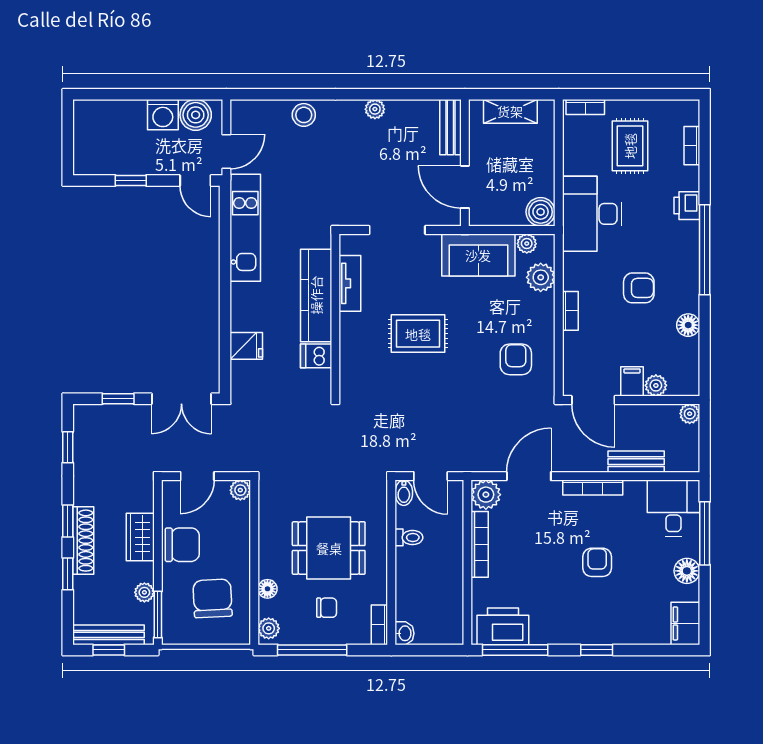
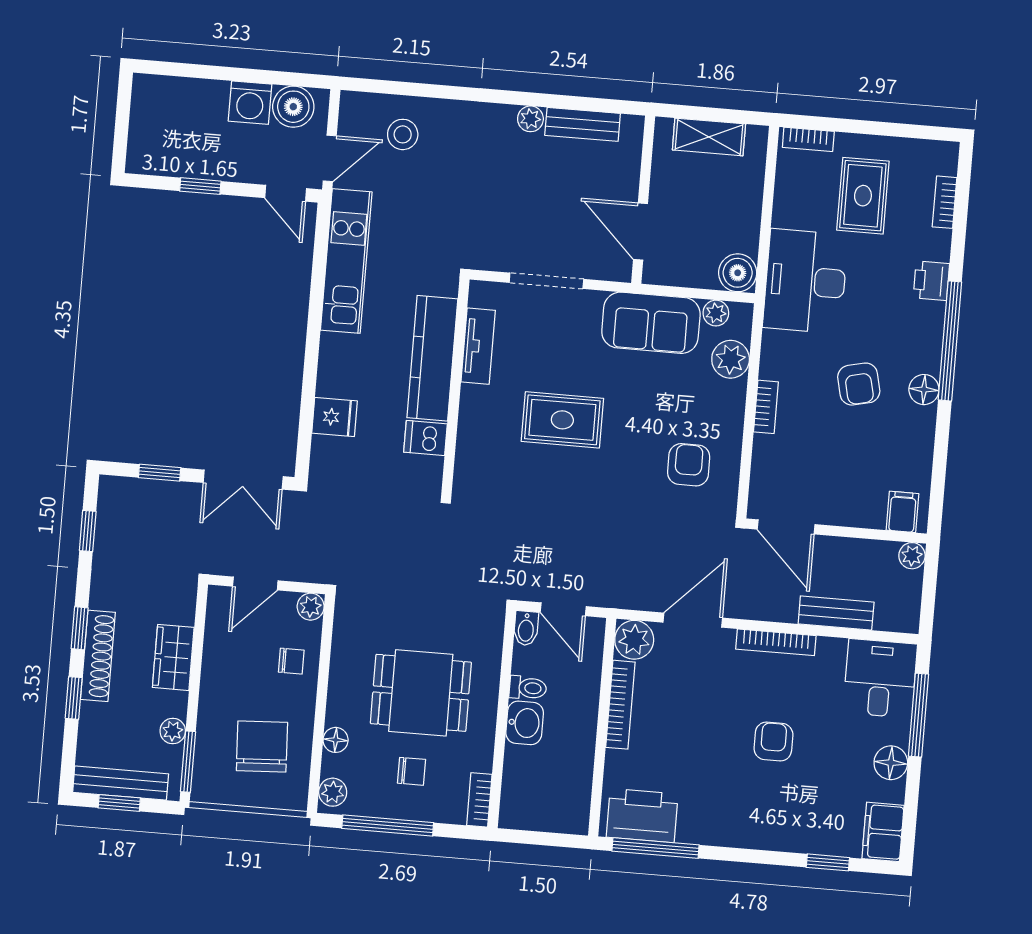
stool: (304, 115) -> (403, 134), moved
bench: (450, 127) -> (583, 124), moved, turned 90
armchair: (639, 288) -> (859, 384), turned 77
floor lamp: (688, 325) -> (924, 390), moved
filing cabinet: (632, 381) -> (903, 512), moved
plant: (656, 385) -> (871, 515), removed
chair: (182, 545) -> (291, 661), moved, width x0.54, depth x0.54
washbasin: (404, 633) -> (525, 723), moved, width x1.38, depth x1.45
window: (597, 650) -> (828, 862), moved

